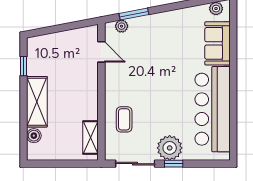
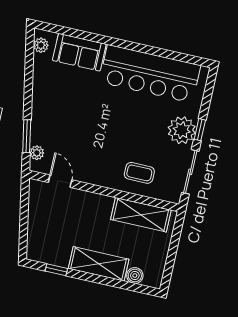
door: (101, 52) -> (60, 181), hinge flipped
shelving: (91, 137) -> (141, 215), width x1.50, depth x1.33

